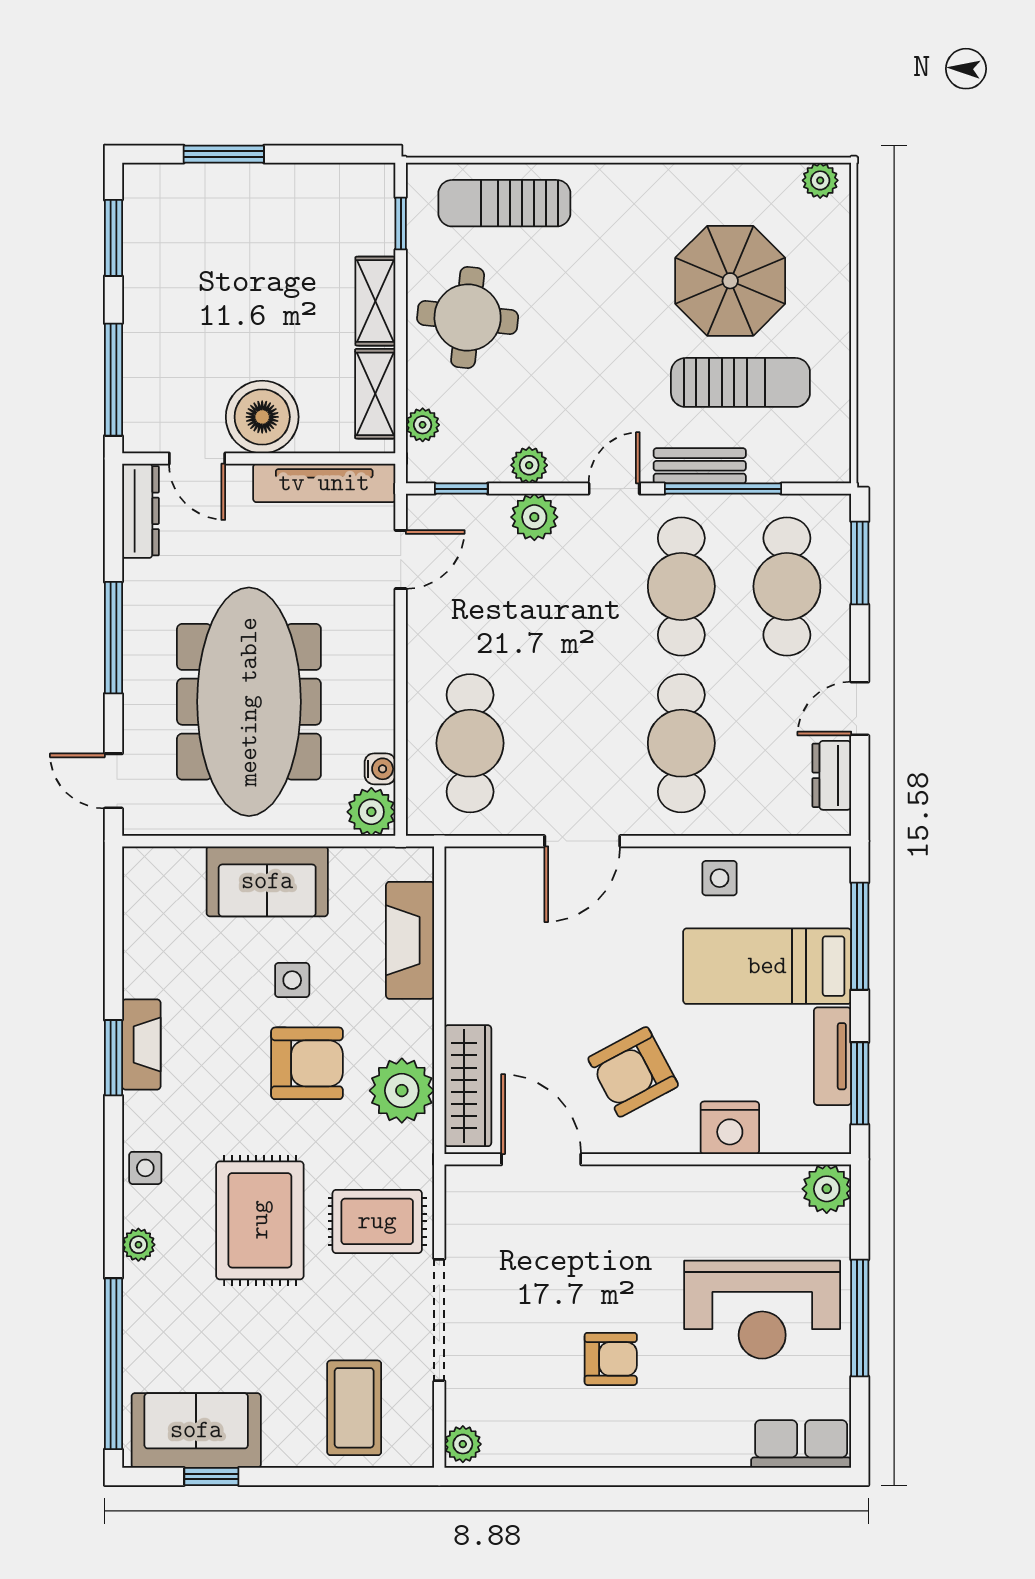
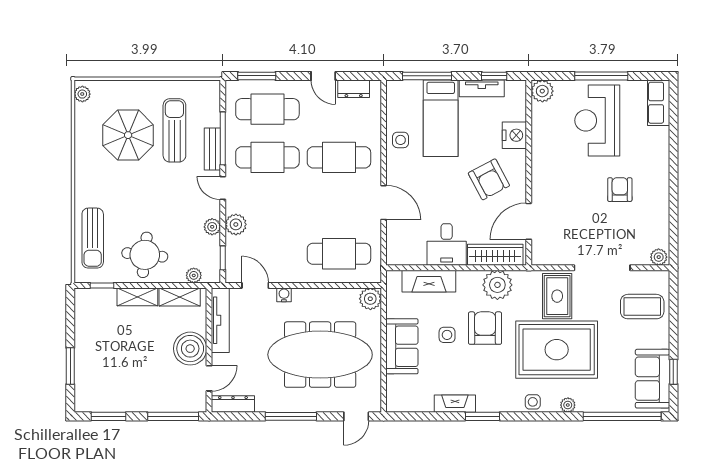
water cooler: (380, 769) -> (284, 295), moved
desk: (490, 979) -> (447, 244), added
fireplace: (141, 1044) -> (455, 404), moved
window: (860, 1083) -> (494, 76), width x0.67
rug: (260, 1220) -> (557, 350), width x1.37, depth x1.44
reception desk: (762, 1310) -> (597, 120), turned 180

